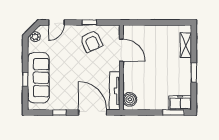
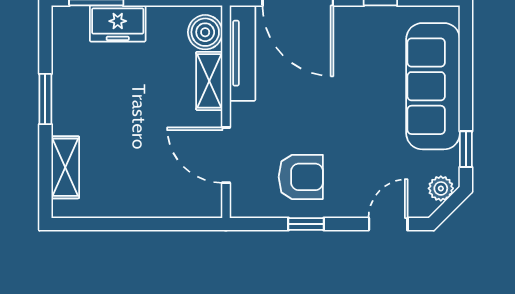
armchair: (91, 41) -> (301, 177), turned 114
window: (25, 79) -> (466, 149), moved
shelving: (128, 80) -> (209, 81), added
freezer: (180, 103) -> (118, 24), moved

